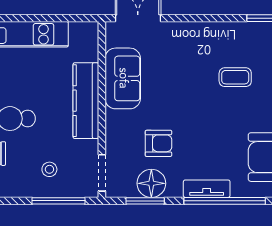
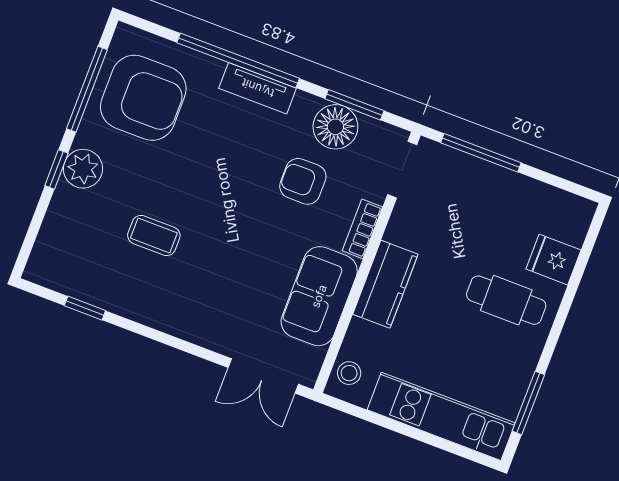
kitchen counter: (86, 101) -> (385, 284), width x0.67
bookcase: (112, 128) -> (362, 229), added
stool: (49, 169) -> (349, 373), moved

